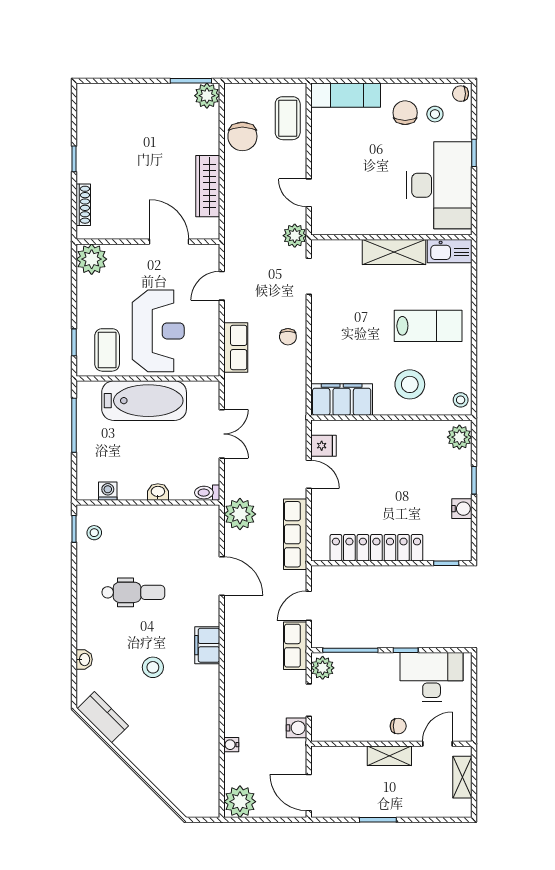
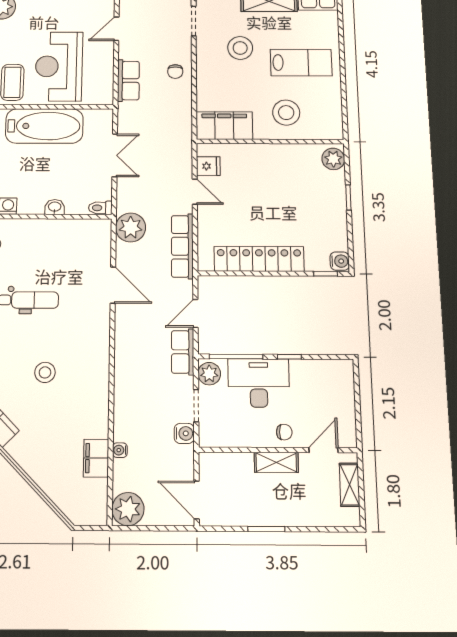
reception desk: (158, 331) -> (59, 66), turned 180
stool: (461, 400) -> (240, 48), moved, width x1.89, depth x1.89
water cooler: (462, 509) -> (340, 261), moved
filing cabinet: (207, 645) -> (96, 458), moved
desk: (432, 677) -> (259, 383), moved

